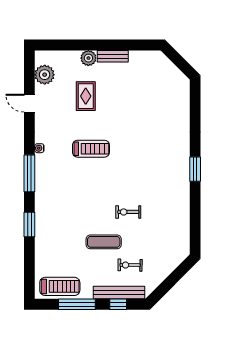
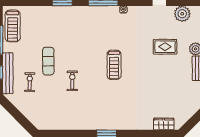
wardrobe: (182, 98) -> (164, 124), added
treadmill: (91, 149) -> (114, 65), moved

